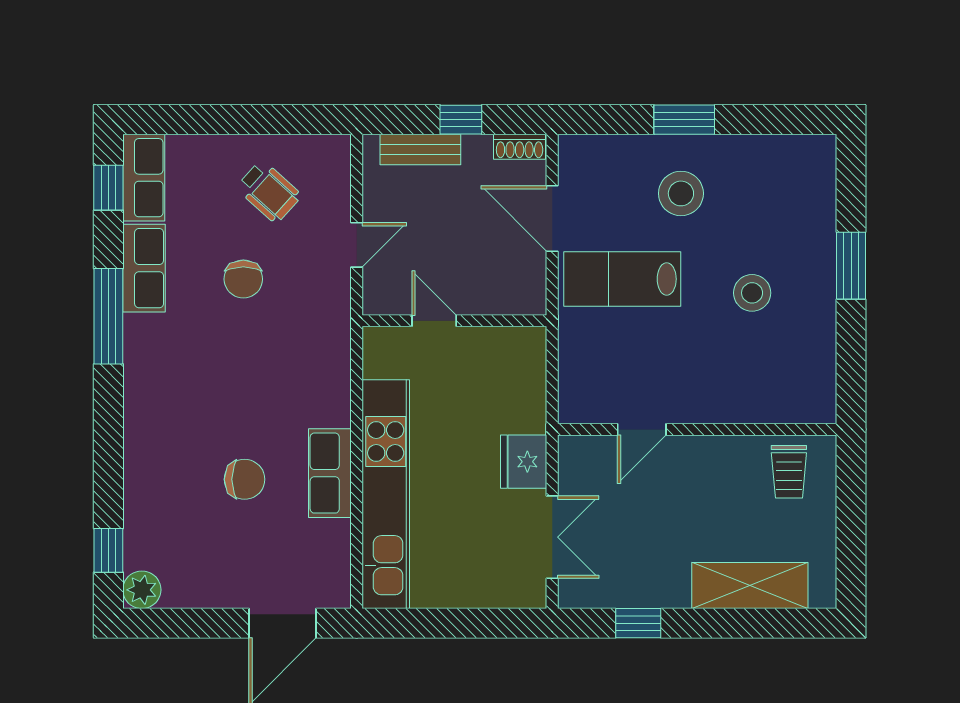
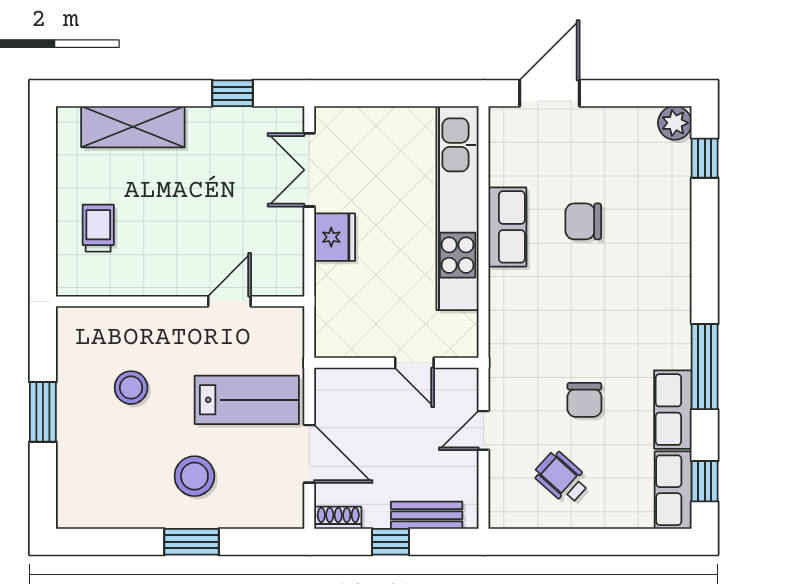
chair: (243, 279) -> (584, 400), turned 180
door: (642, 429) -> (229, 301), moved
wall: (697, 429) -> (180, 301), moved

